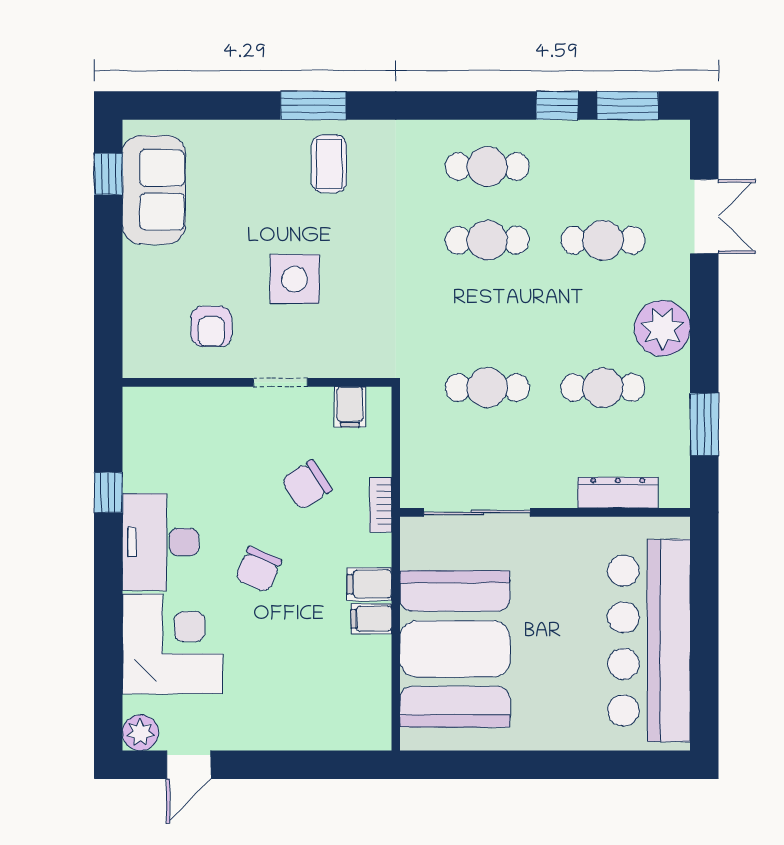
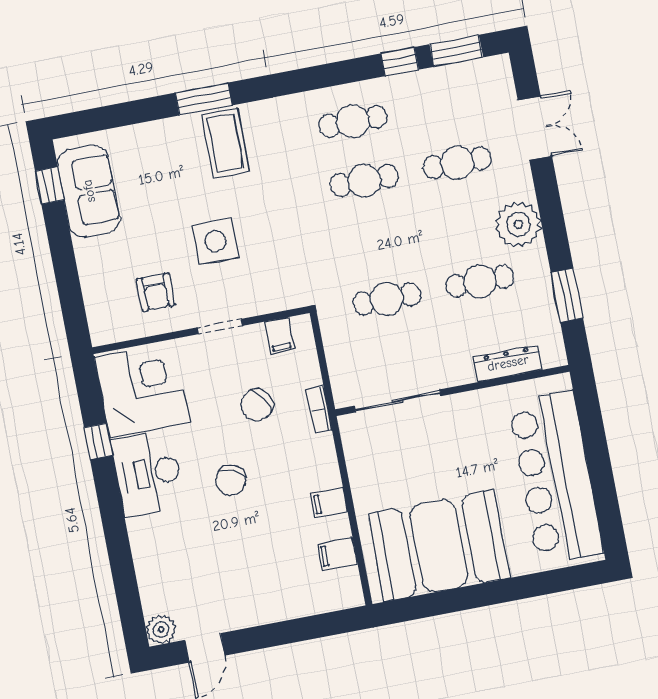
coffee table: (329, 164) -> (225, 143), width x1.36, depth x1.30
filing cabinet: (369, 584) -> (337, 554), moved
corner desk: (173, 644) -> (142, 390), moved
booth: (455, 649) -> (439, 546), moved, turned 90

